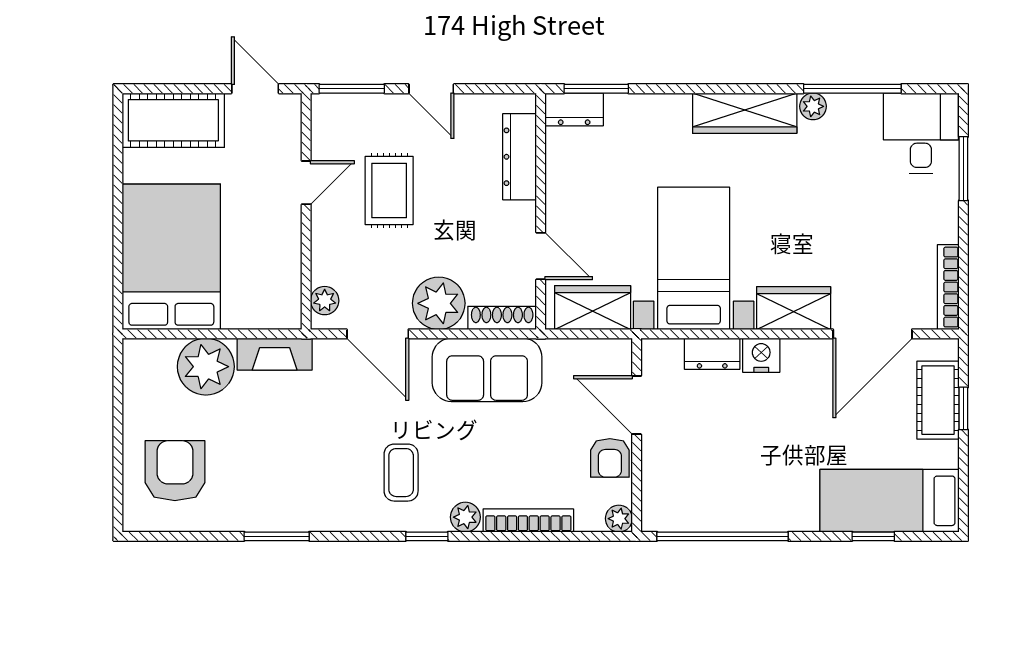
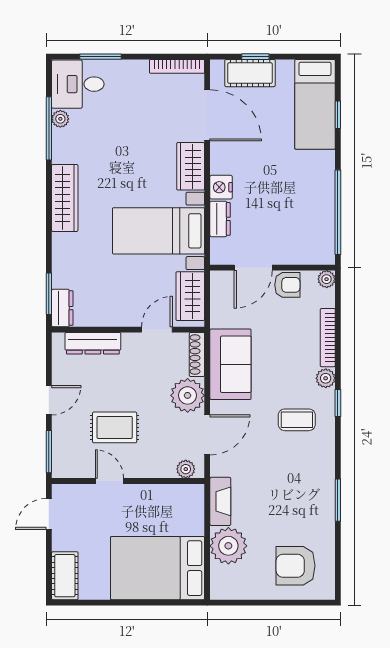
plant: (813, 106) -> (60, 119), moved
cot: (173, 120) -> (65, 576), width x0.73, depth x0.75

